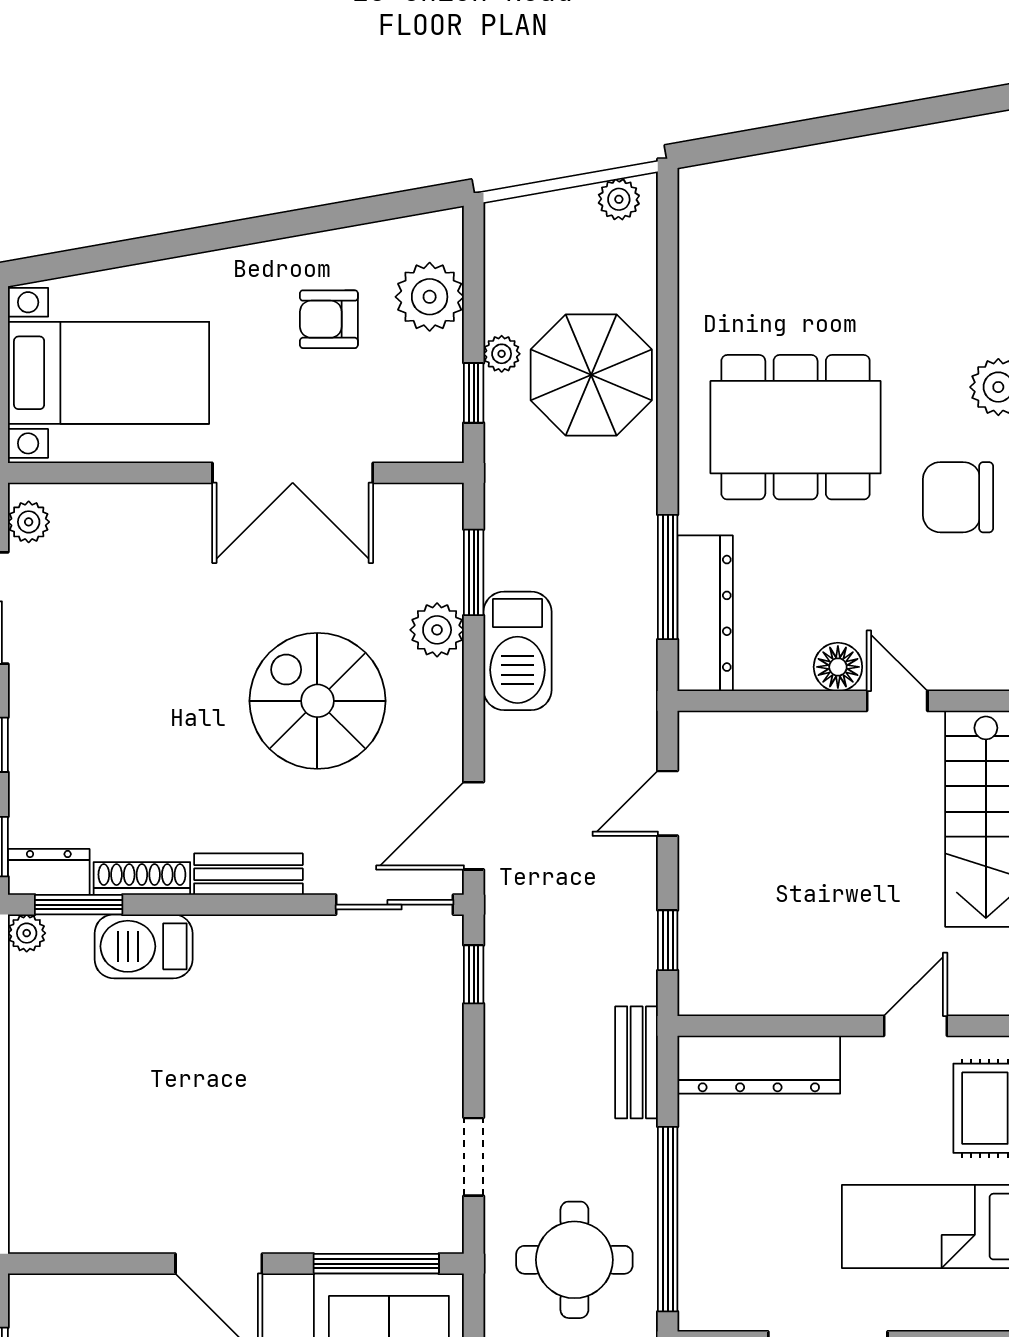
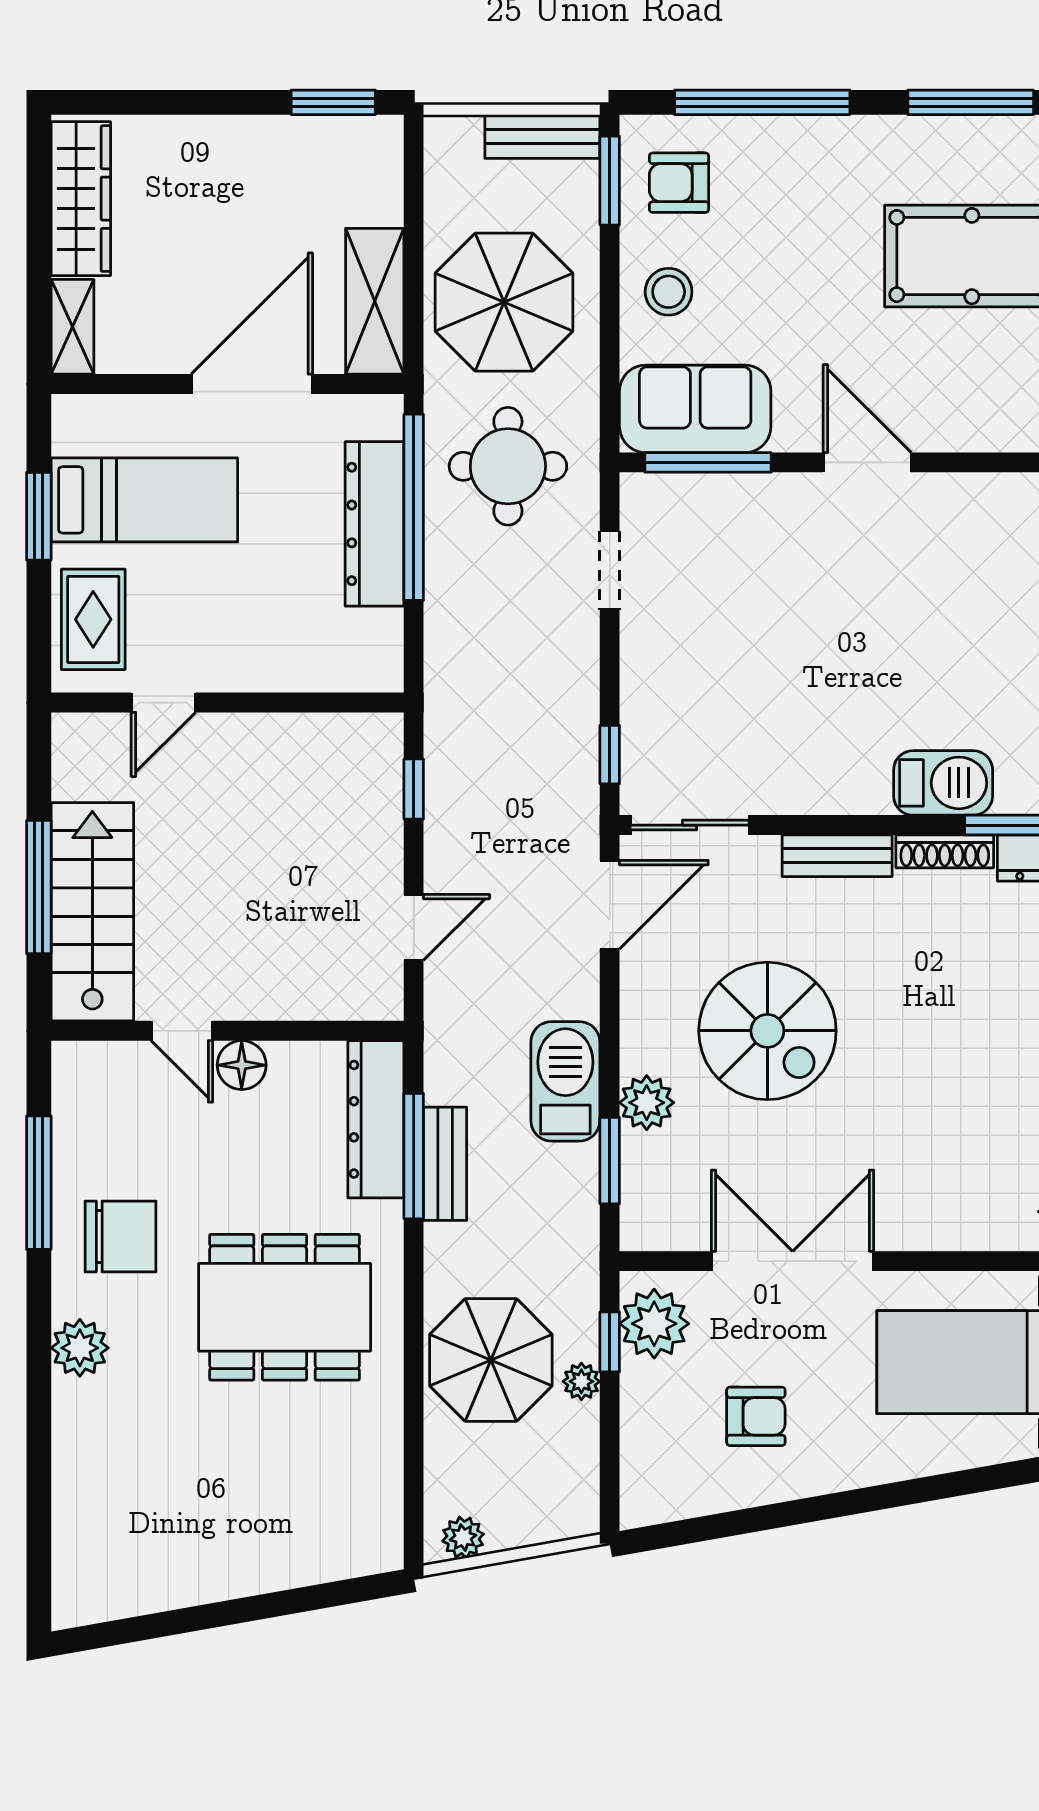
plant: (430, 297) -> (654, 1324), moved
bench: (637, 1062) -> (445, 1164), moved
dresser: (759, 1065) -> (375, 524), moved, turned -90

